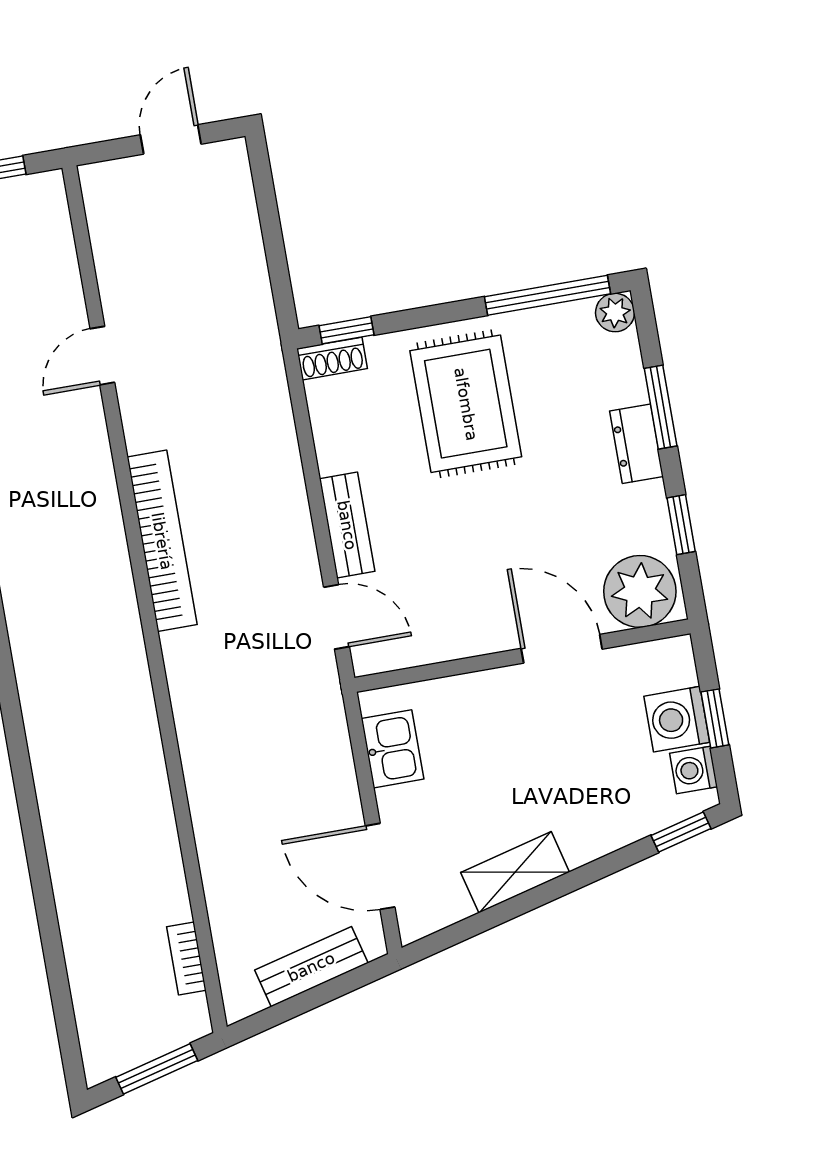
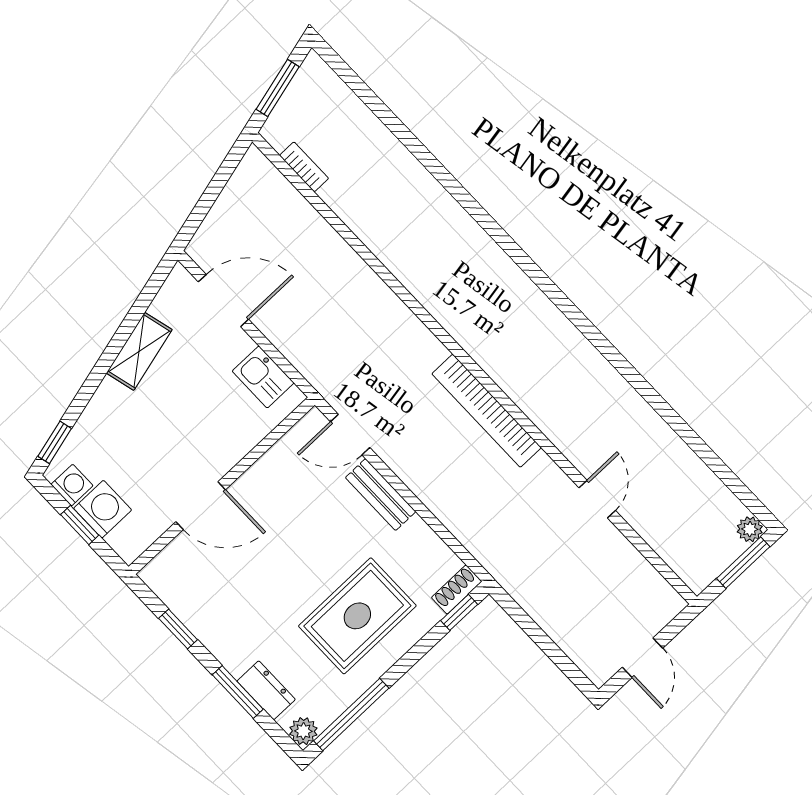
rug: (466, 404) -> (357, 616), turned 90
dresser: (636, 444) -> (266, 690), moved
plant: (640, 591) -> (176, 572), removed
bench: (311, 967) -> (225, 212), removed

